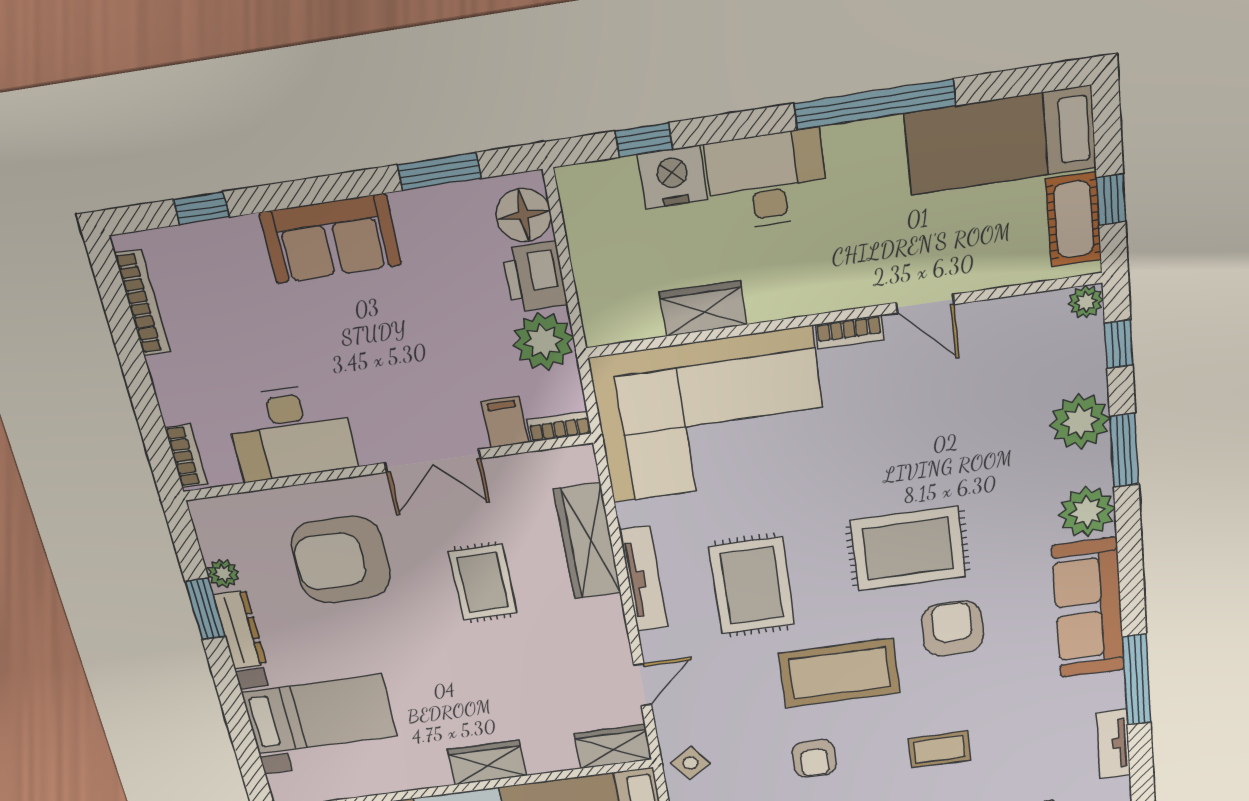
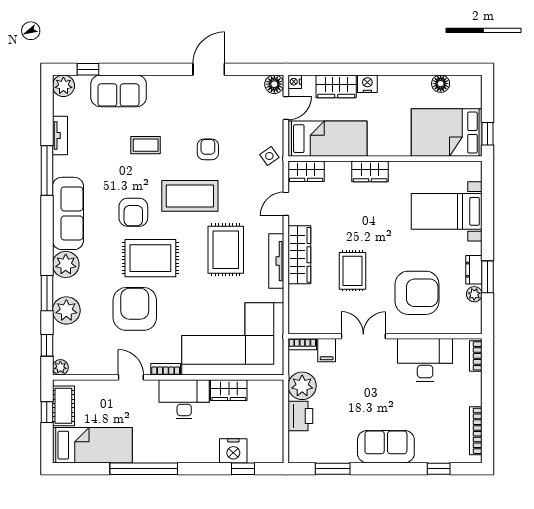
desk: (767, 180) -> (184, 399), moved, turned 180
floor lamp: (524, 215) -> (300, 444), removed
armchair: (931, 446) -> (135, 309), added
wardrobe: (587, 541) -> (299, 255), moved
dresser: (240, 630) -> (474, 270), width x0.70

